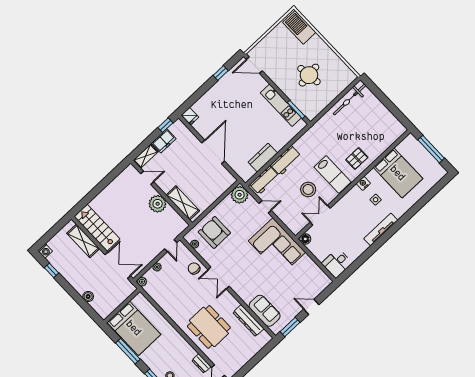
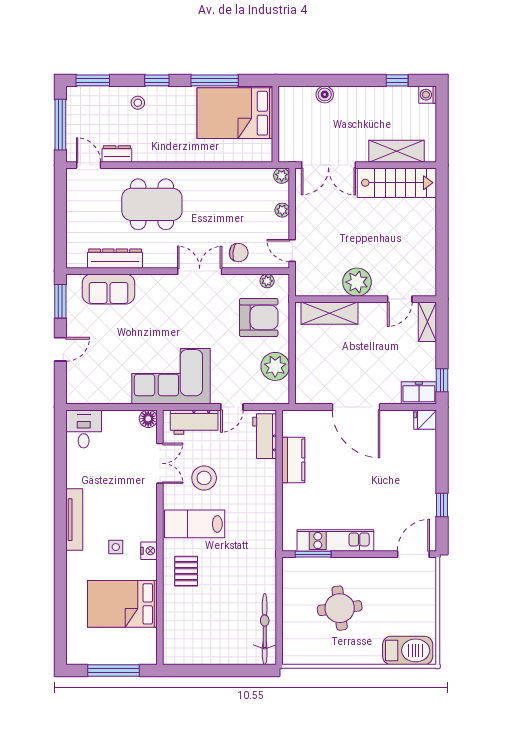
freezer: (164, 141) -> (419, 393), moved, turned 90
workbench: (286, 160) -> (194, 422), moved, turned -90
plant: (240, 195) -> (275, 366), moved

